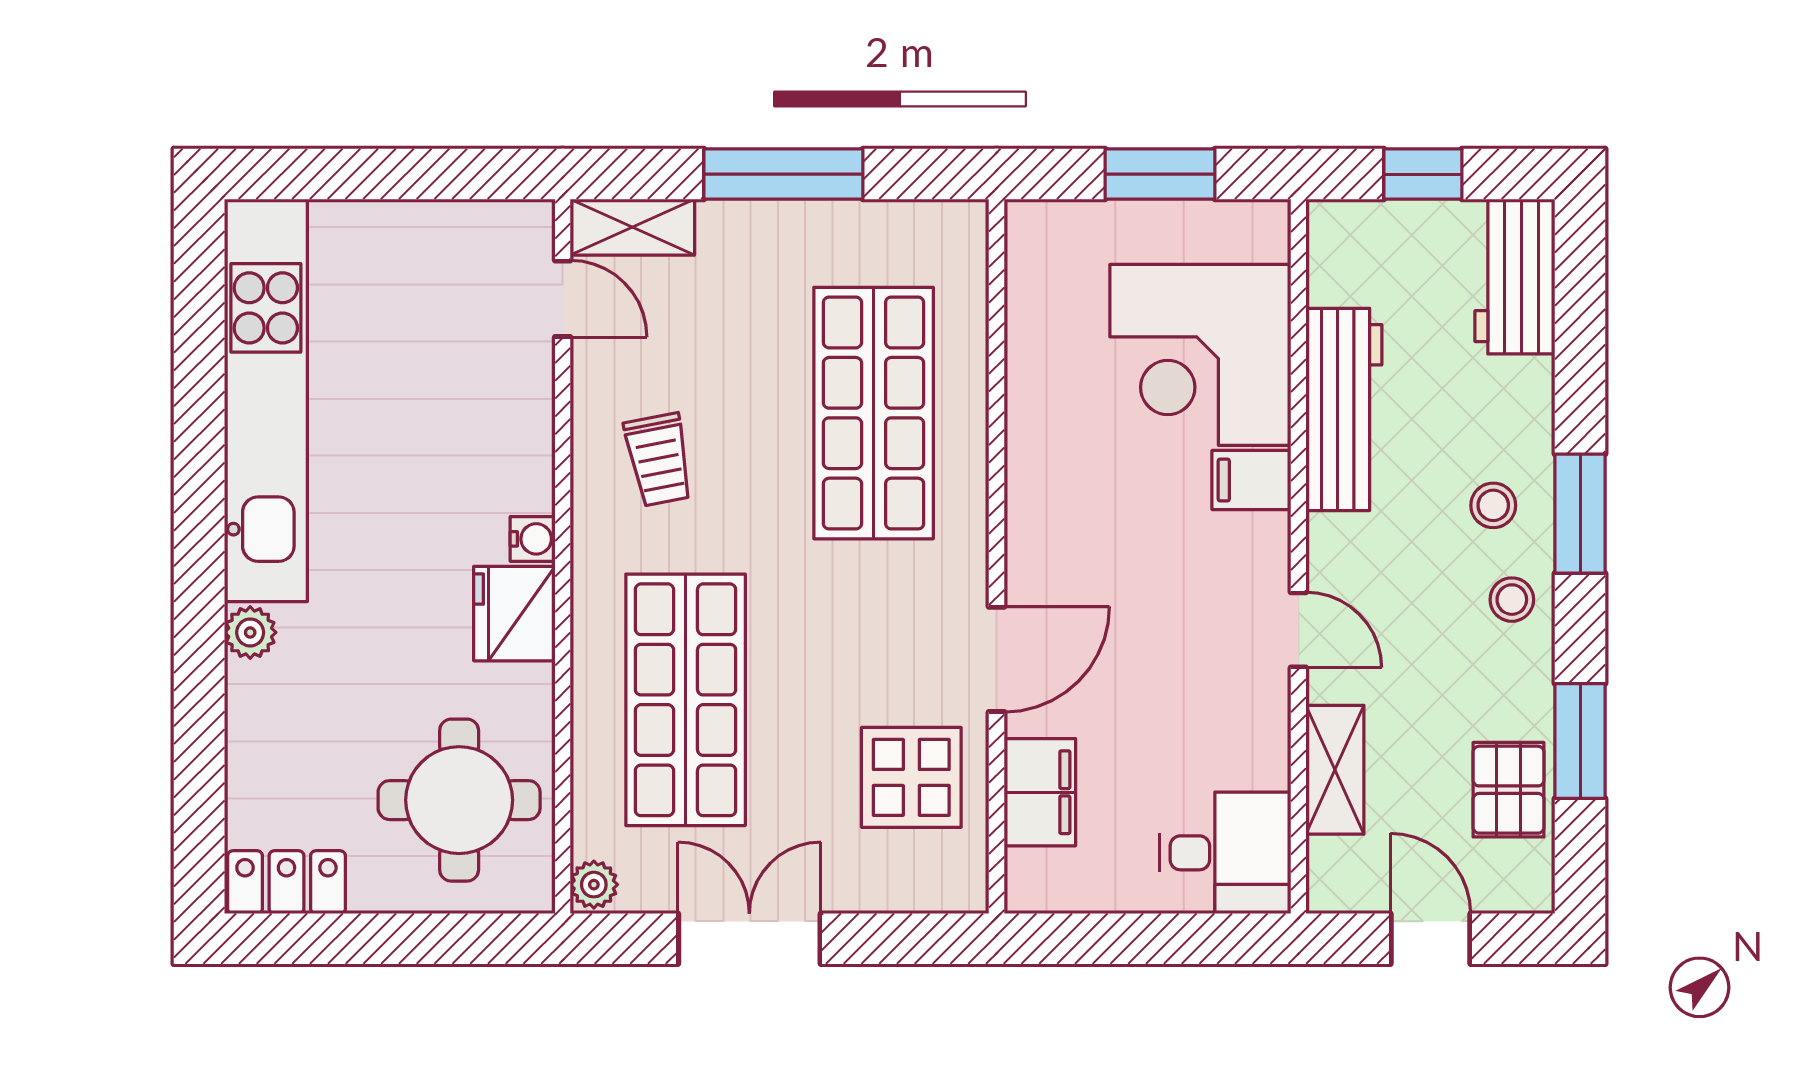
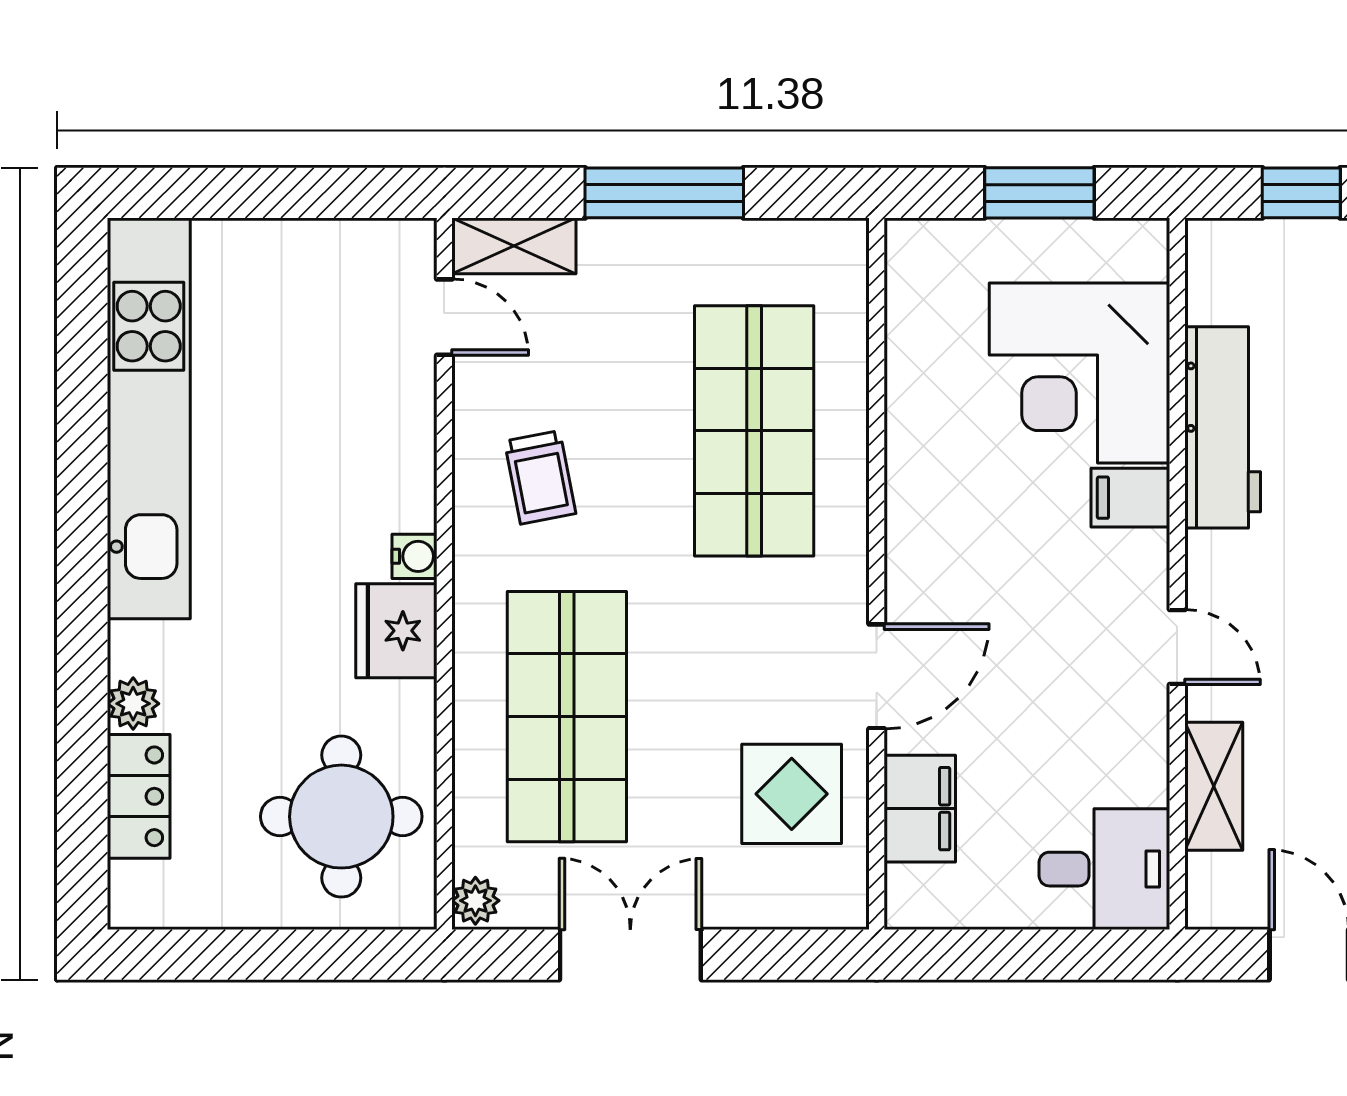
plant: (250, 632) -> (133, 704), moved
locker: (286, 882) -> (139, 796), moved, turned 90

